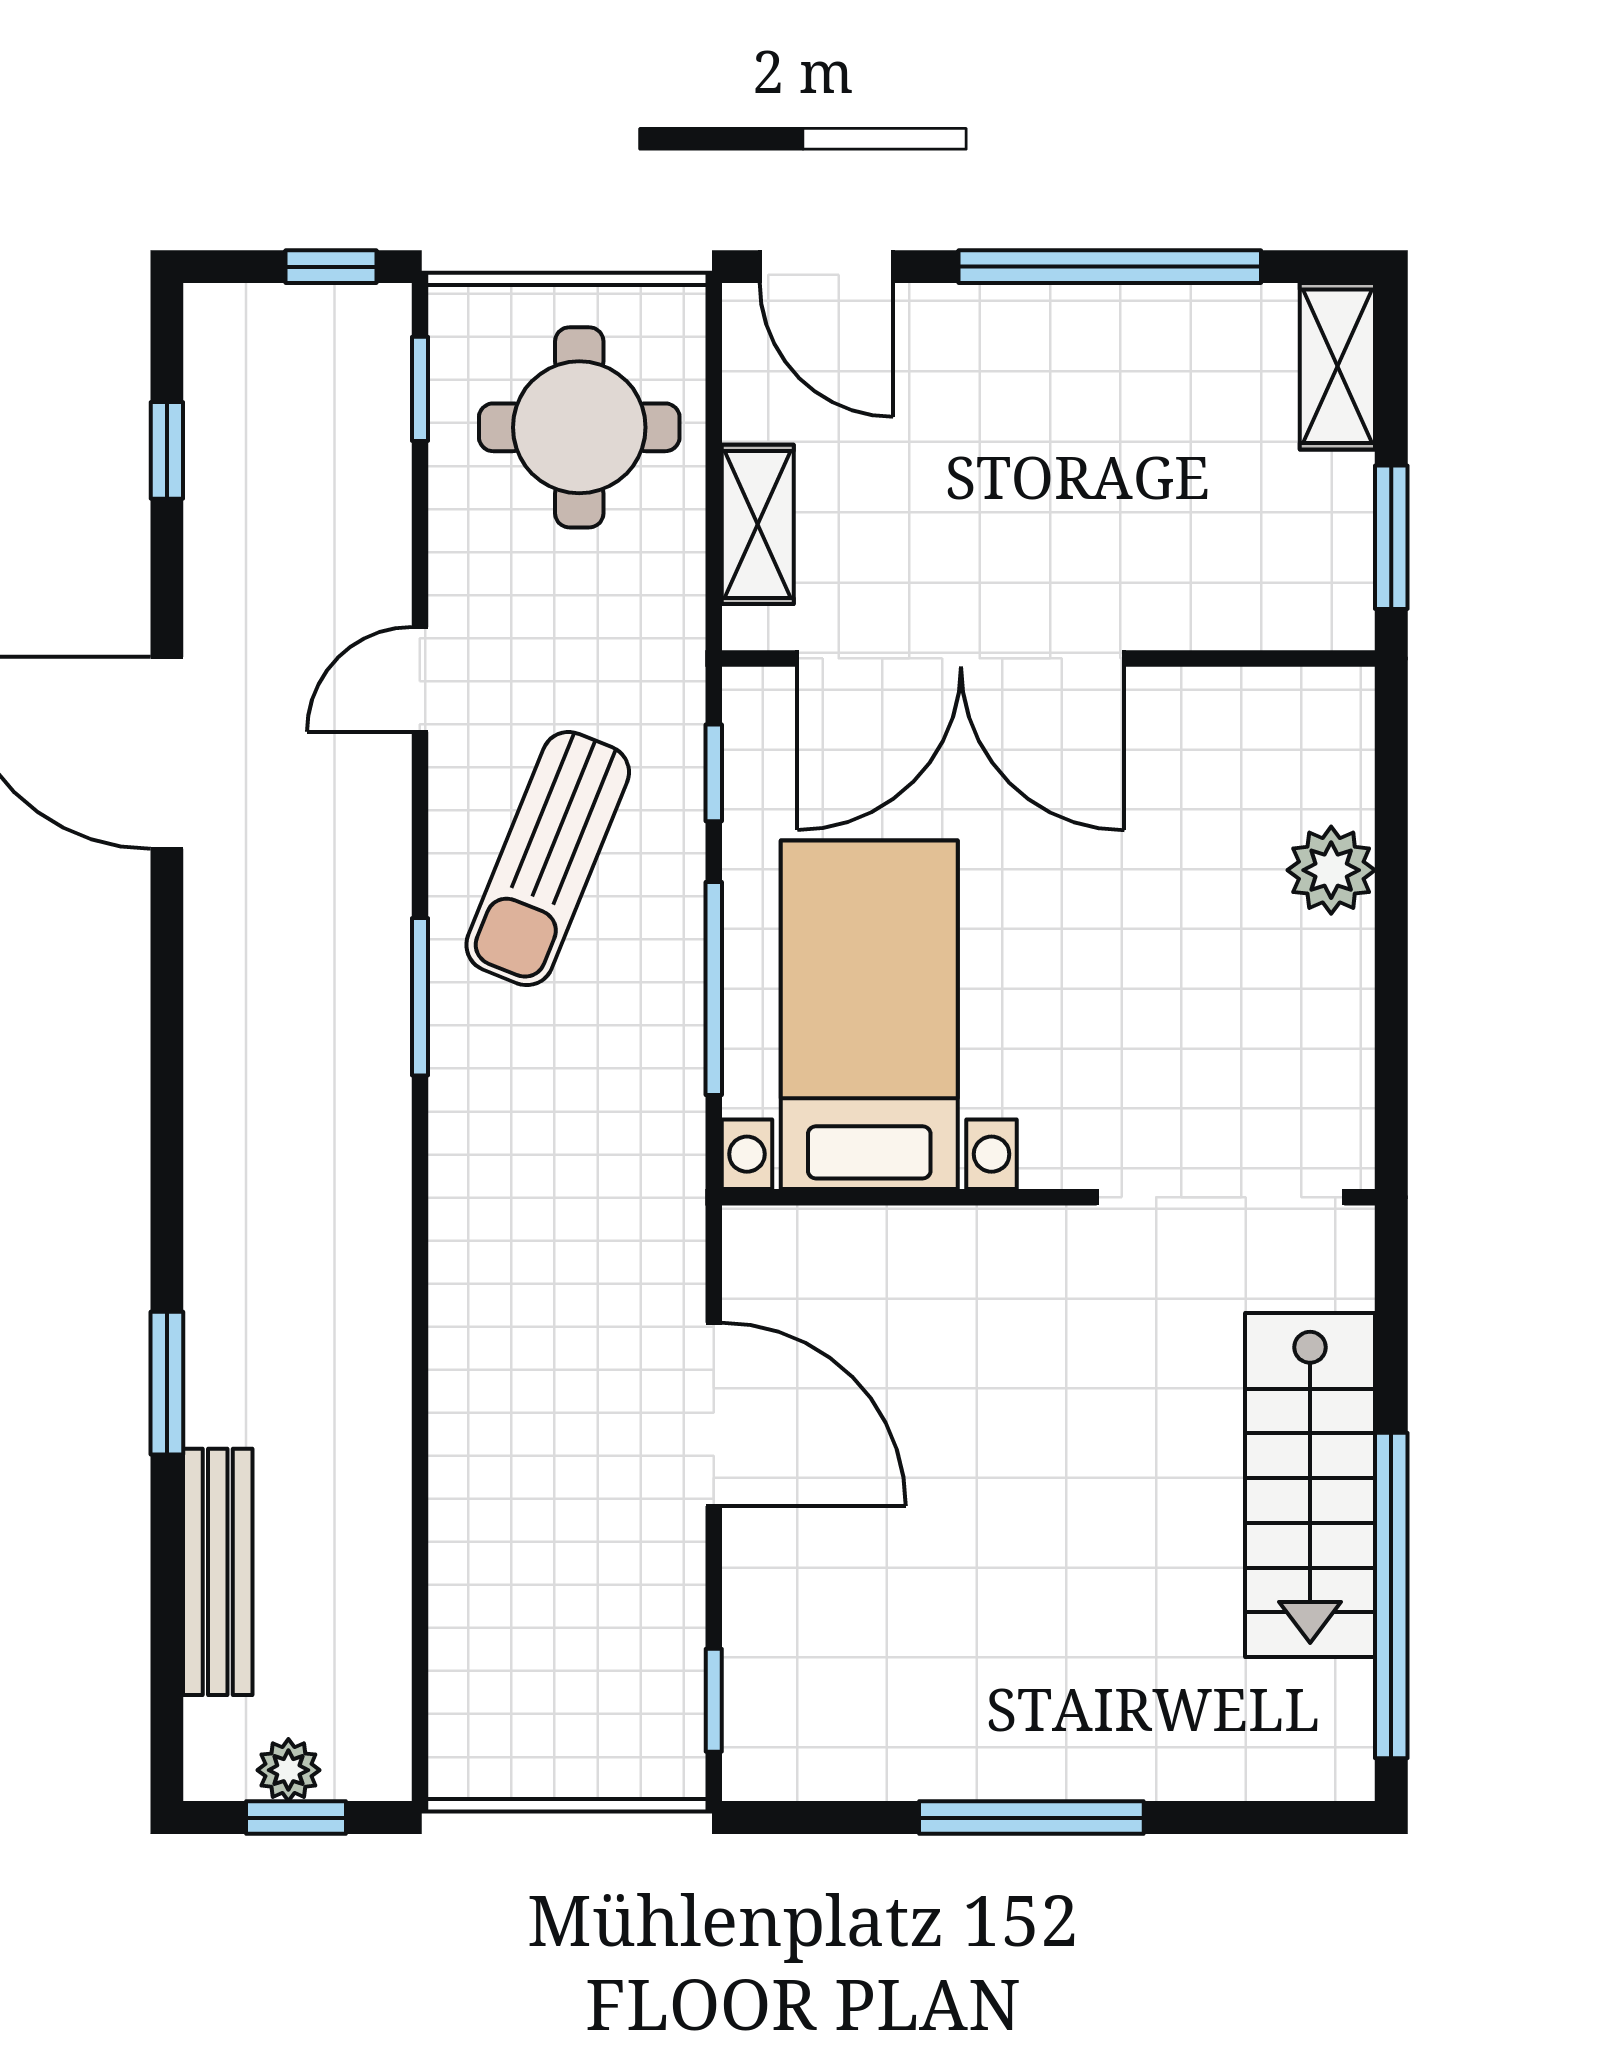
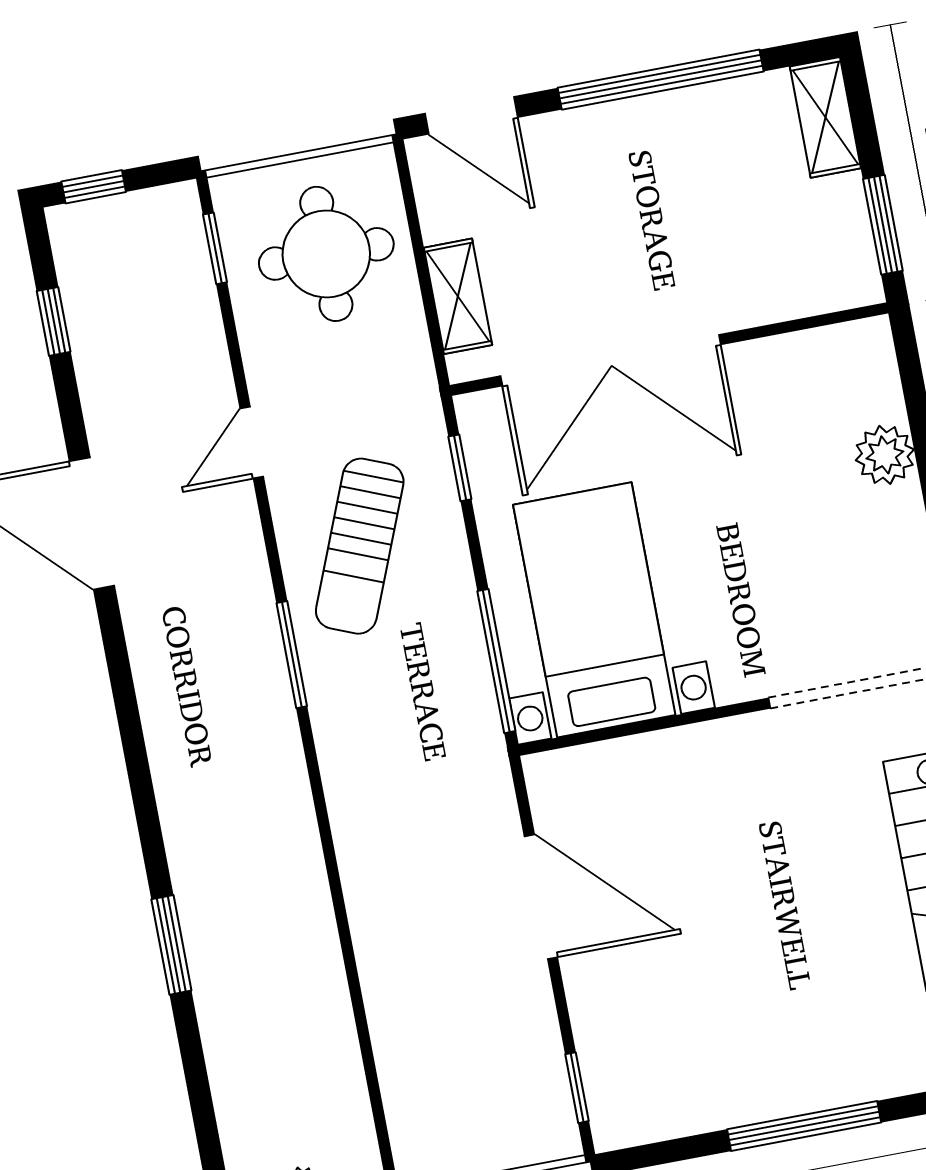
window: (331, 267) -> (94, 187), moved
window: (714, 989) -> (496, 661), moved
bench: (218, 1572) -> (229, 1065), removed

